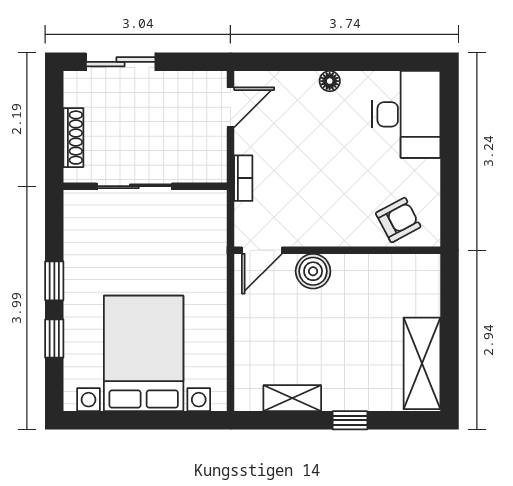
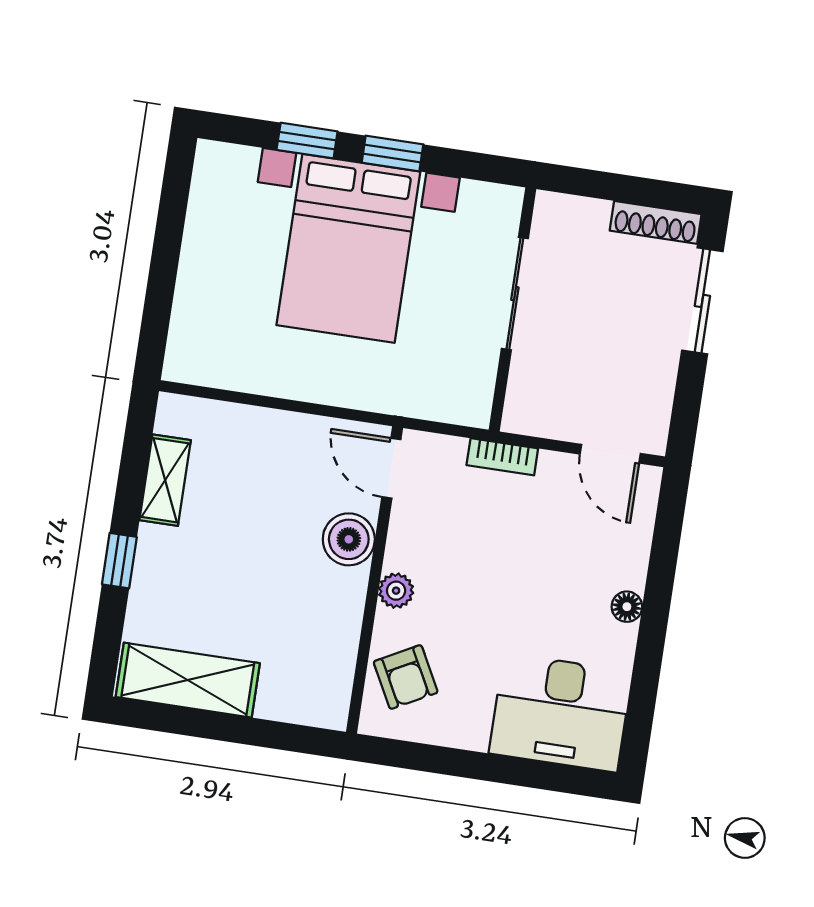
shoe rack: (73, 138) -> (656, 222), moved
plant: (342, 235) -> (396, 591), added
bed with nightstands: (144, 353) -> (348, 248), moved, turned 90

